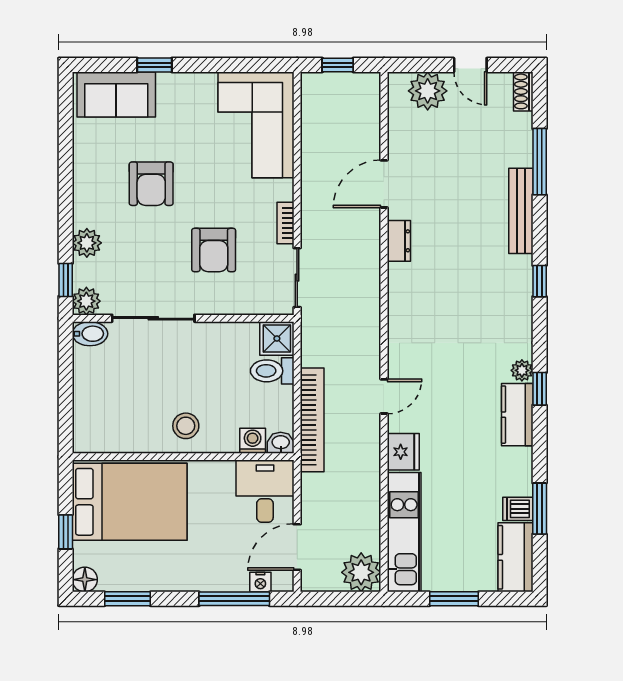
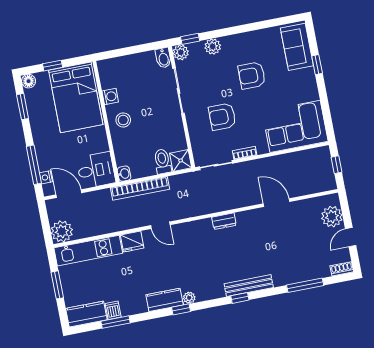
bench: (521, 211) -> (249, 286), moved
dresser: (399, 241) -> (224, 221), moved
washing machine: (253, 441) -> (110, 96), moved

